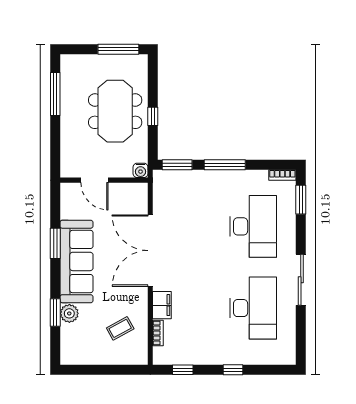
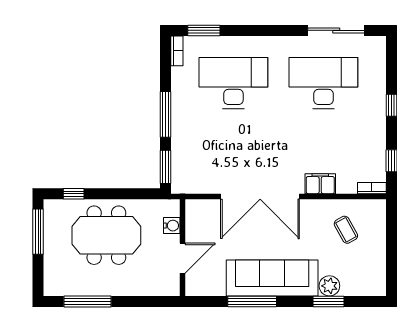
window: (153, 116) -> (74, 194), moved
water cooler: (141, 170) -> (172, 226), moved
window: (55, 243) -> (252, 301), width x1.44
sliding door: (301, 280) -> (336, 30), moved
bookcase: (158, 333) -> (372, 188), moved

